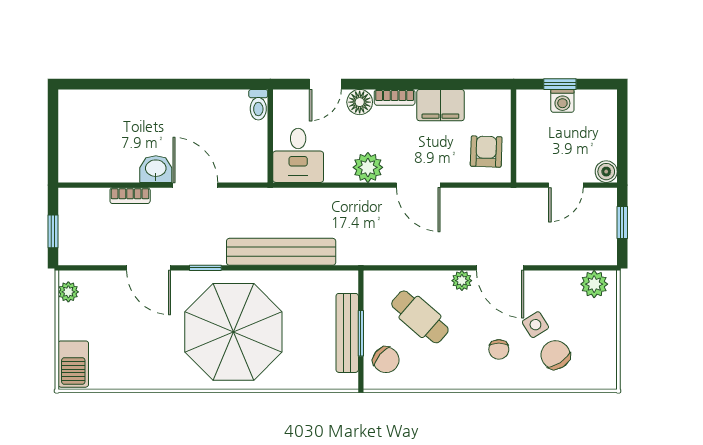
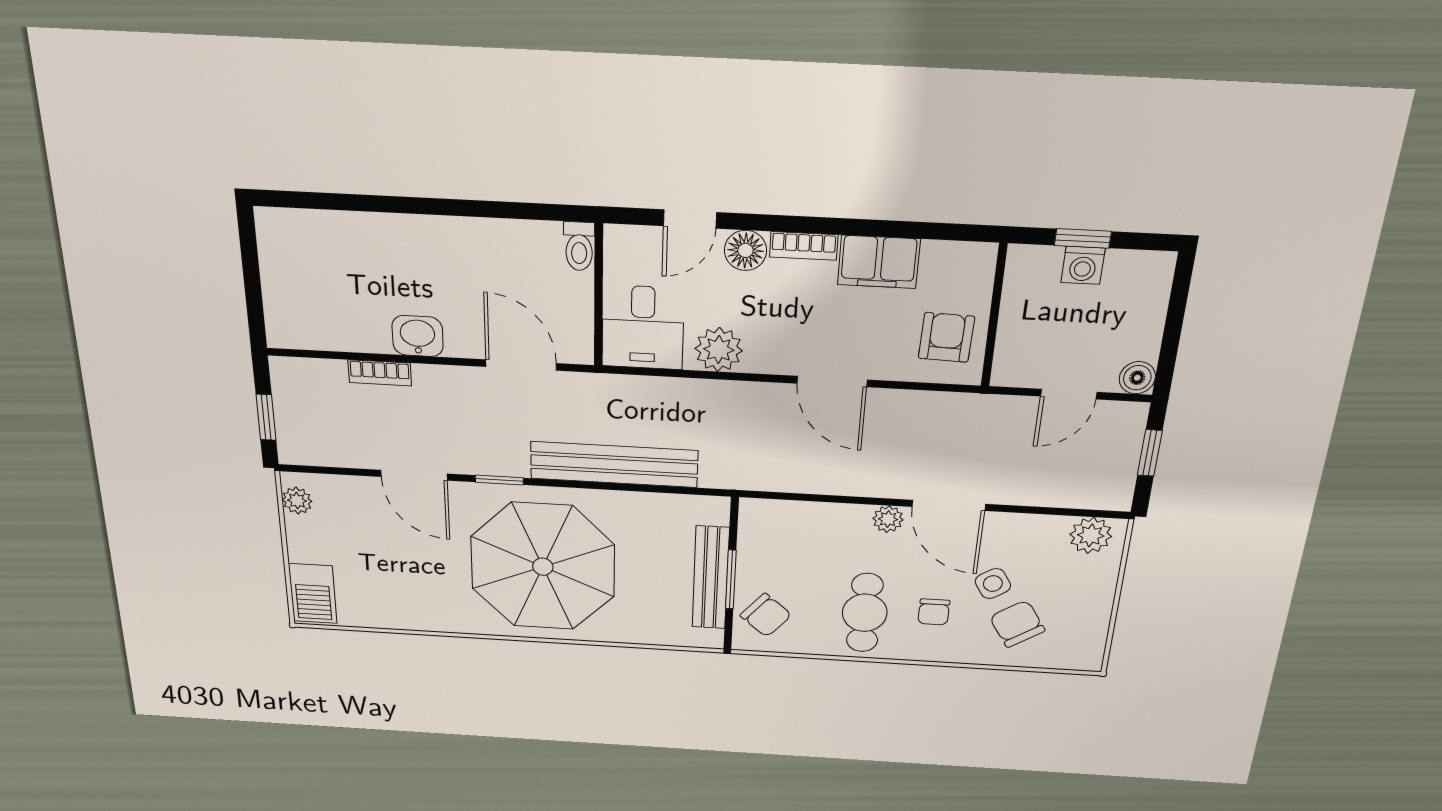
plant: (368, 167) -> (719, 350), moved
door: (195, 185) -> (521, 365), moved
cafe table: (420, 317) -> (865, 613), moved, turned 49

